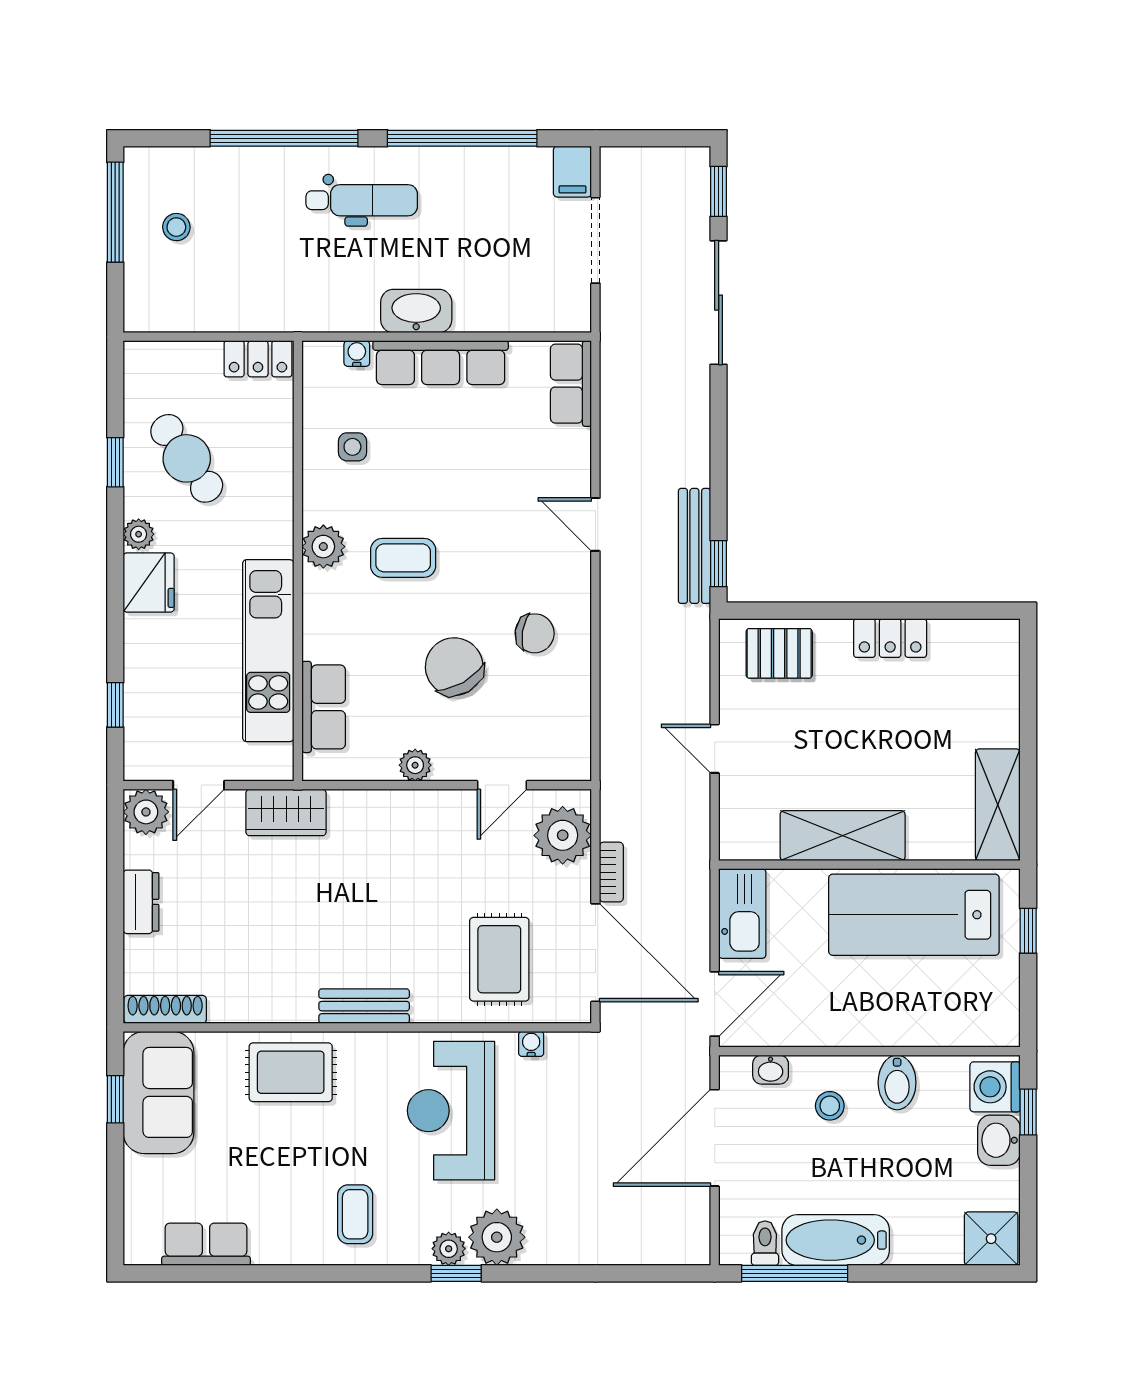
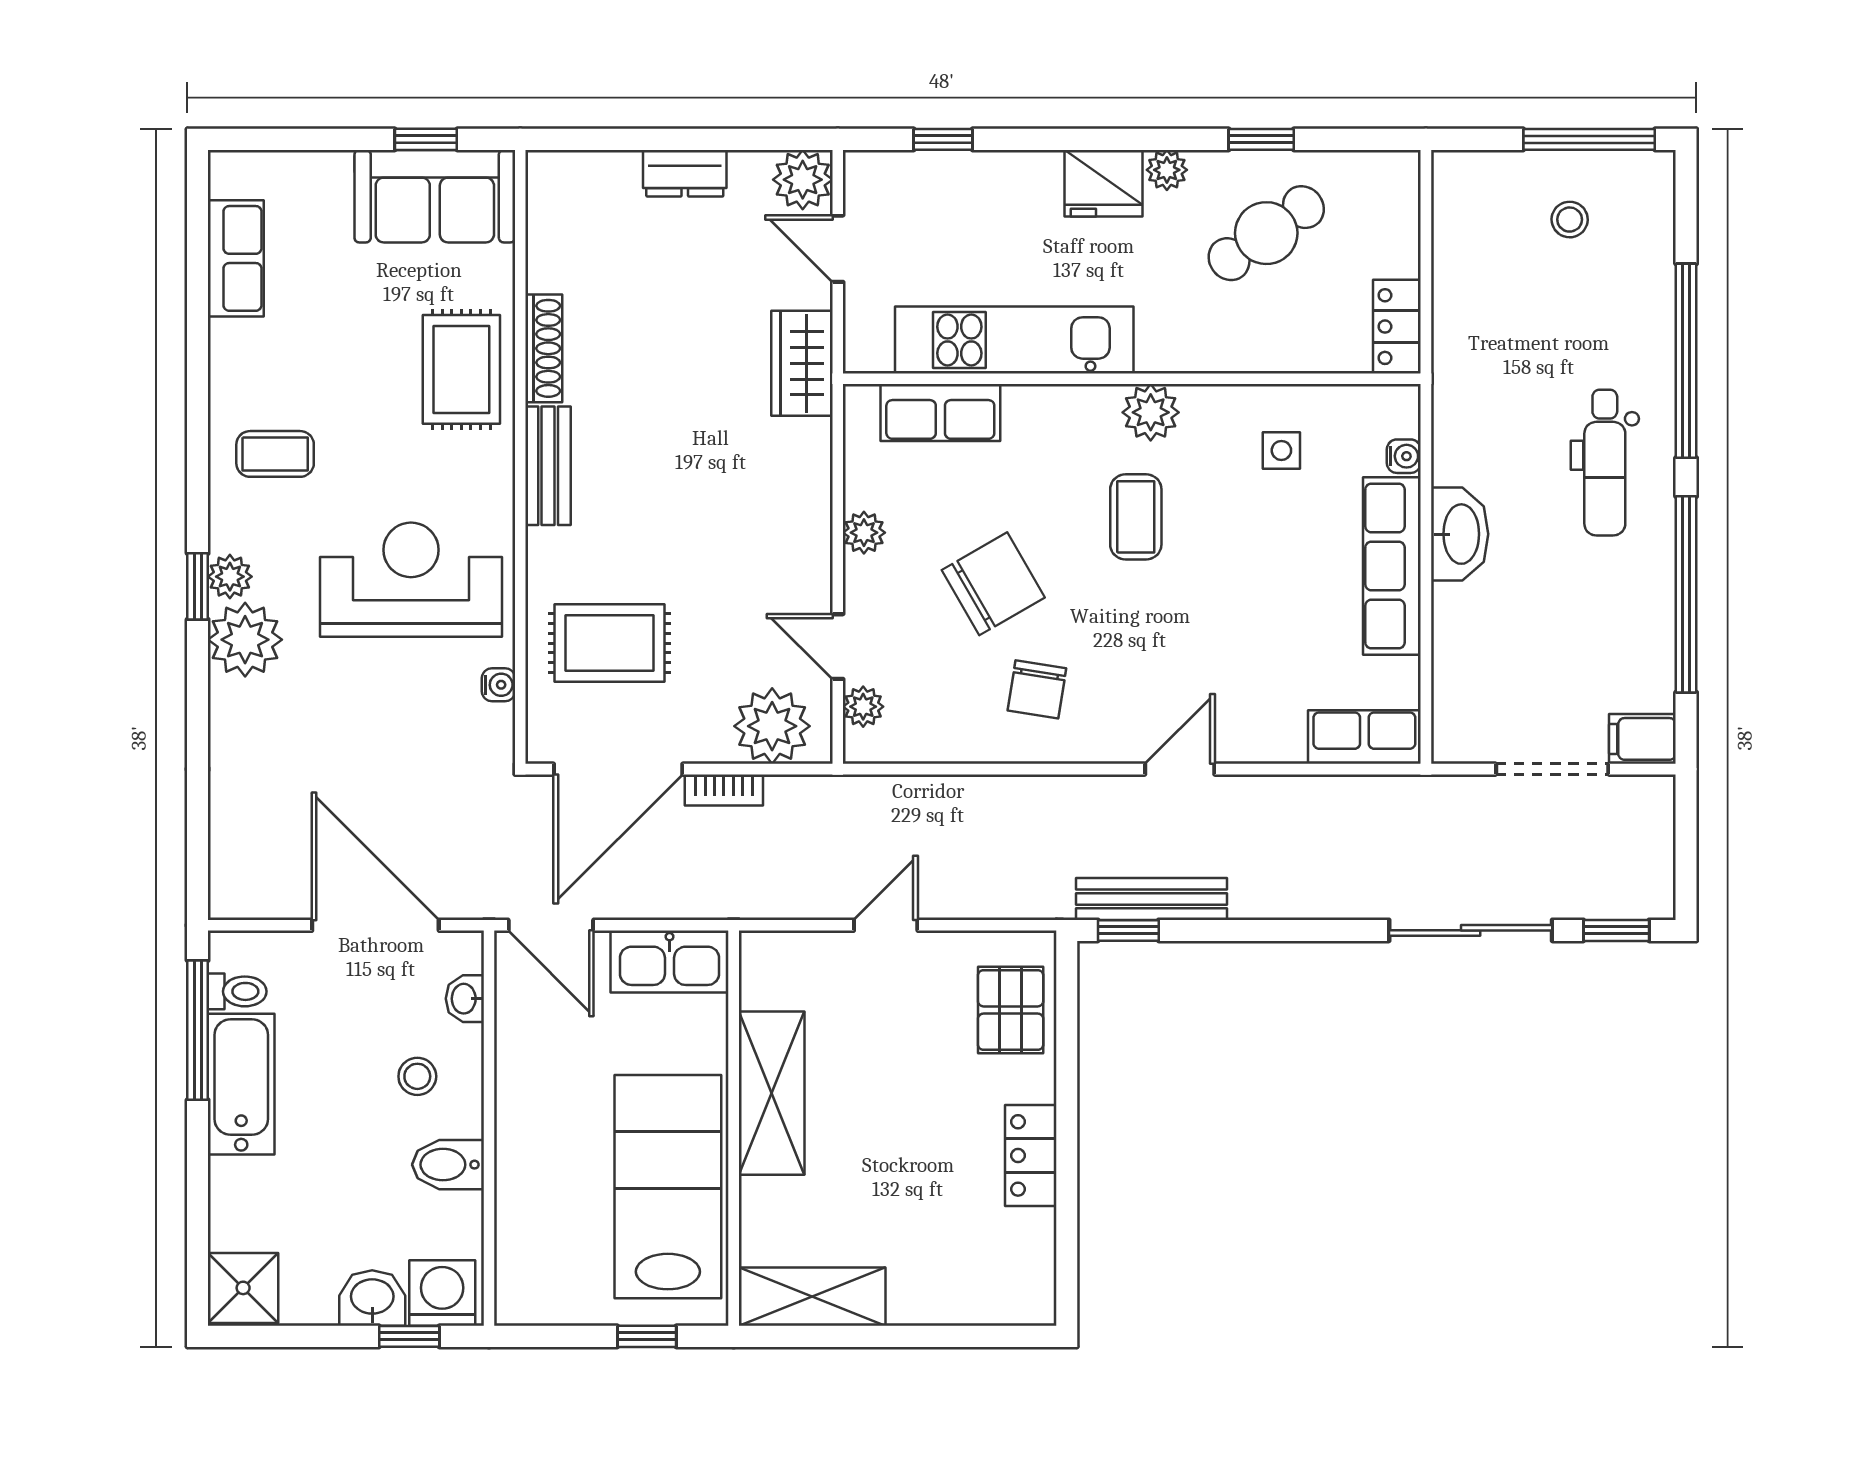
plant: (548, 766) -> (863, 707), added
shoe rack: (165, 1009) -> (544, 348), moved

